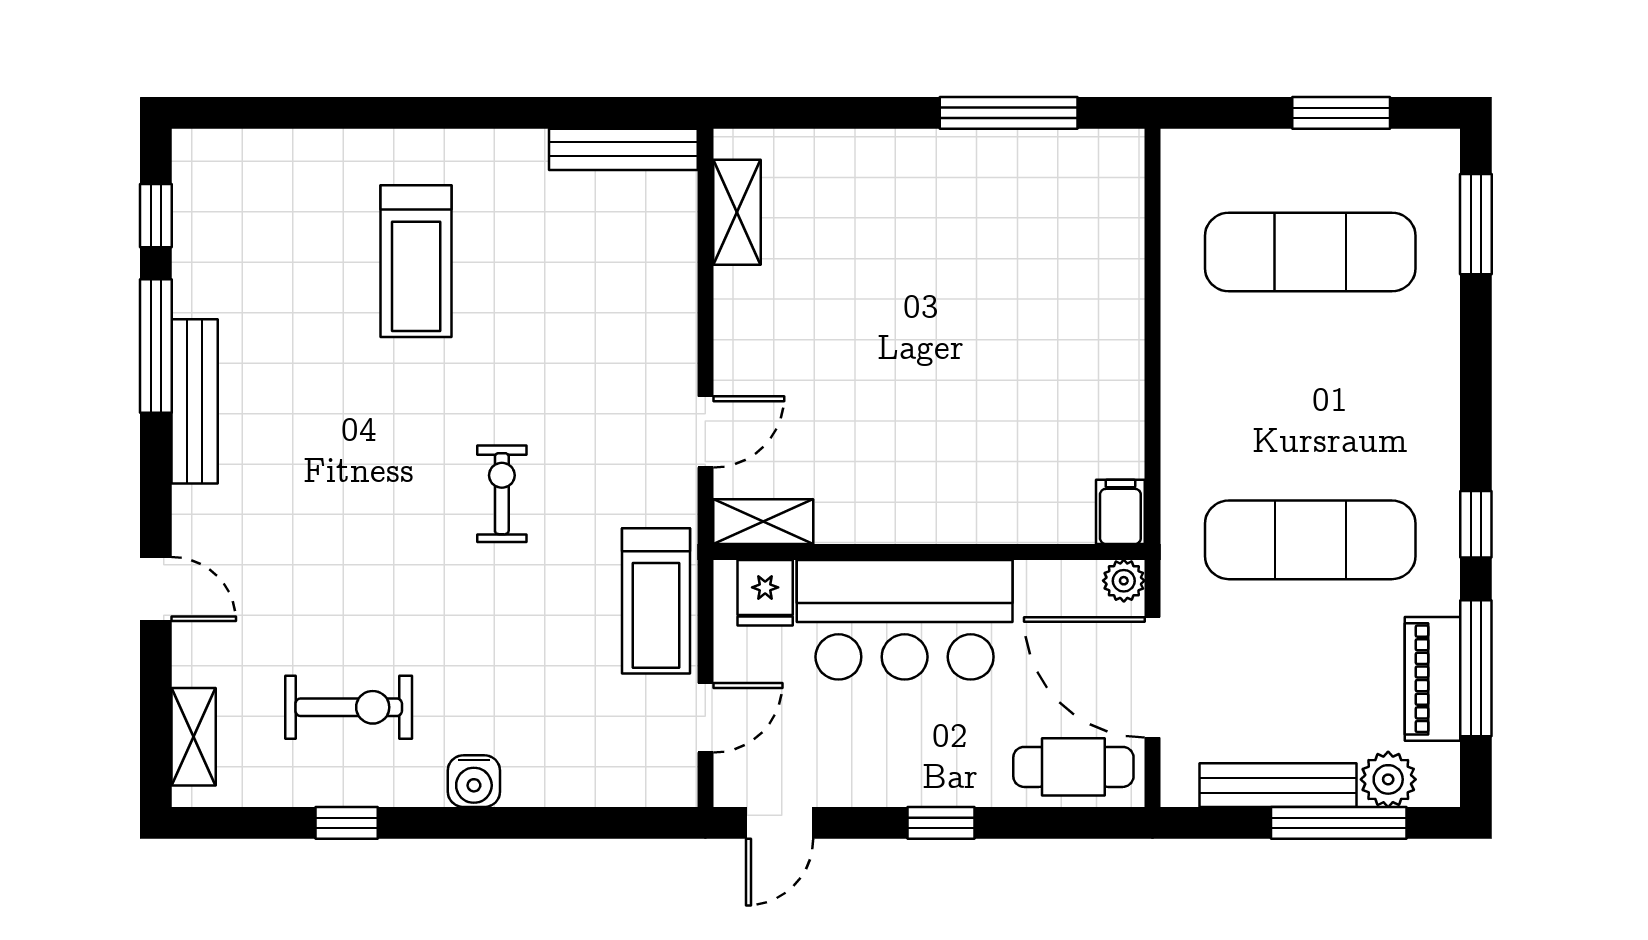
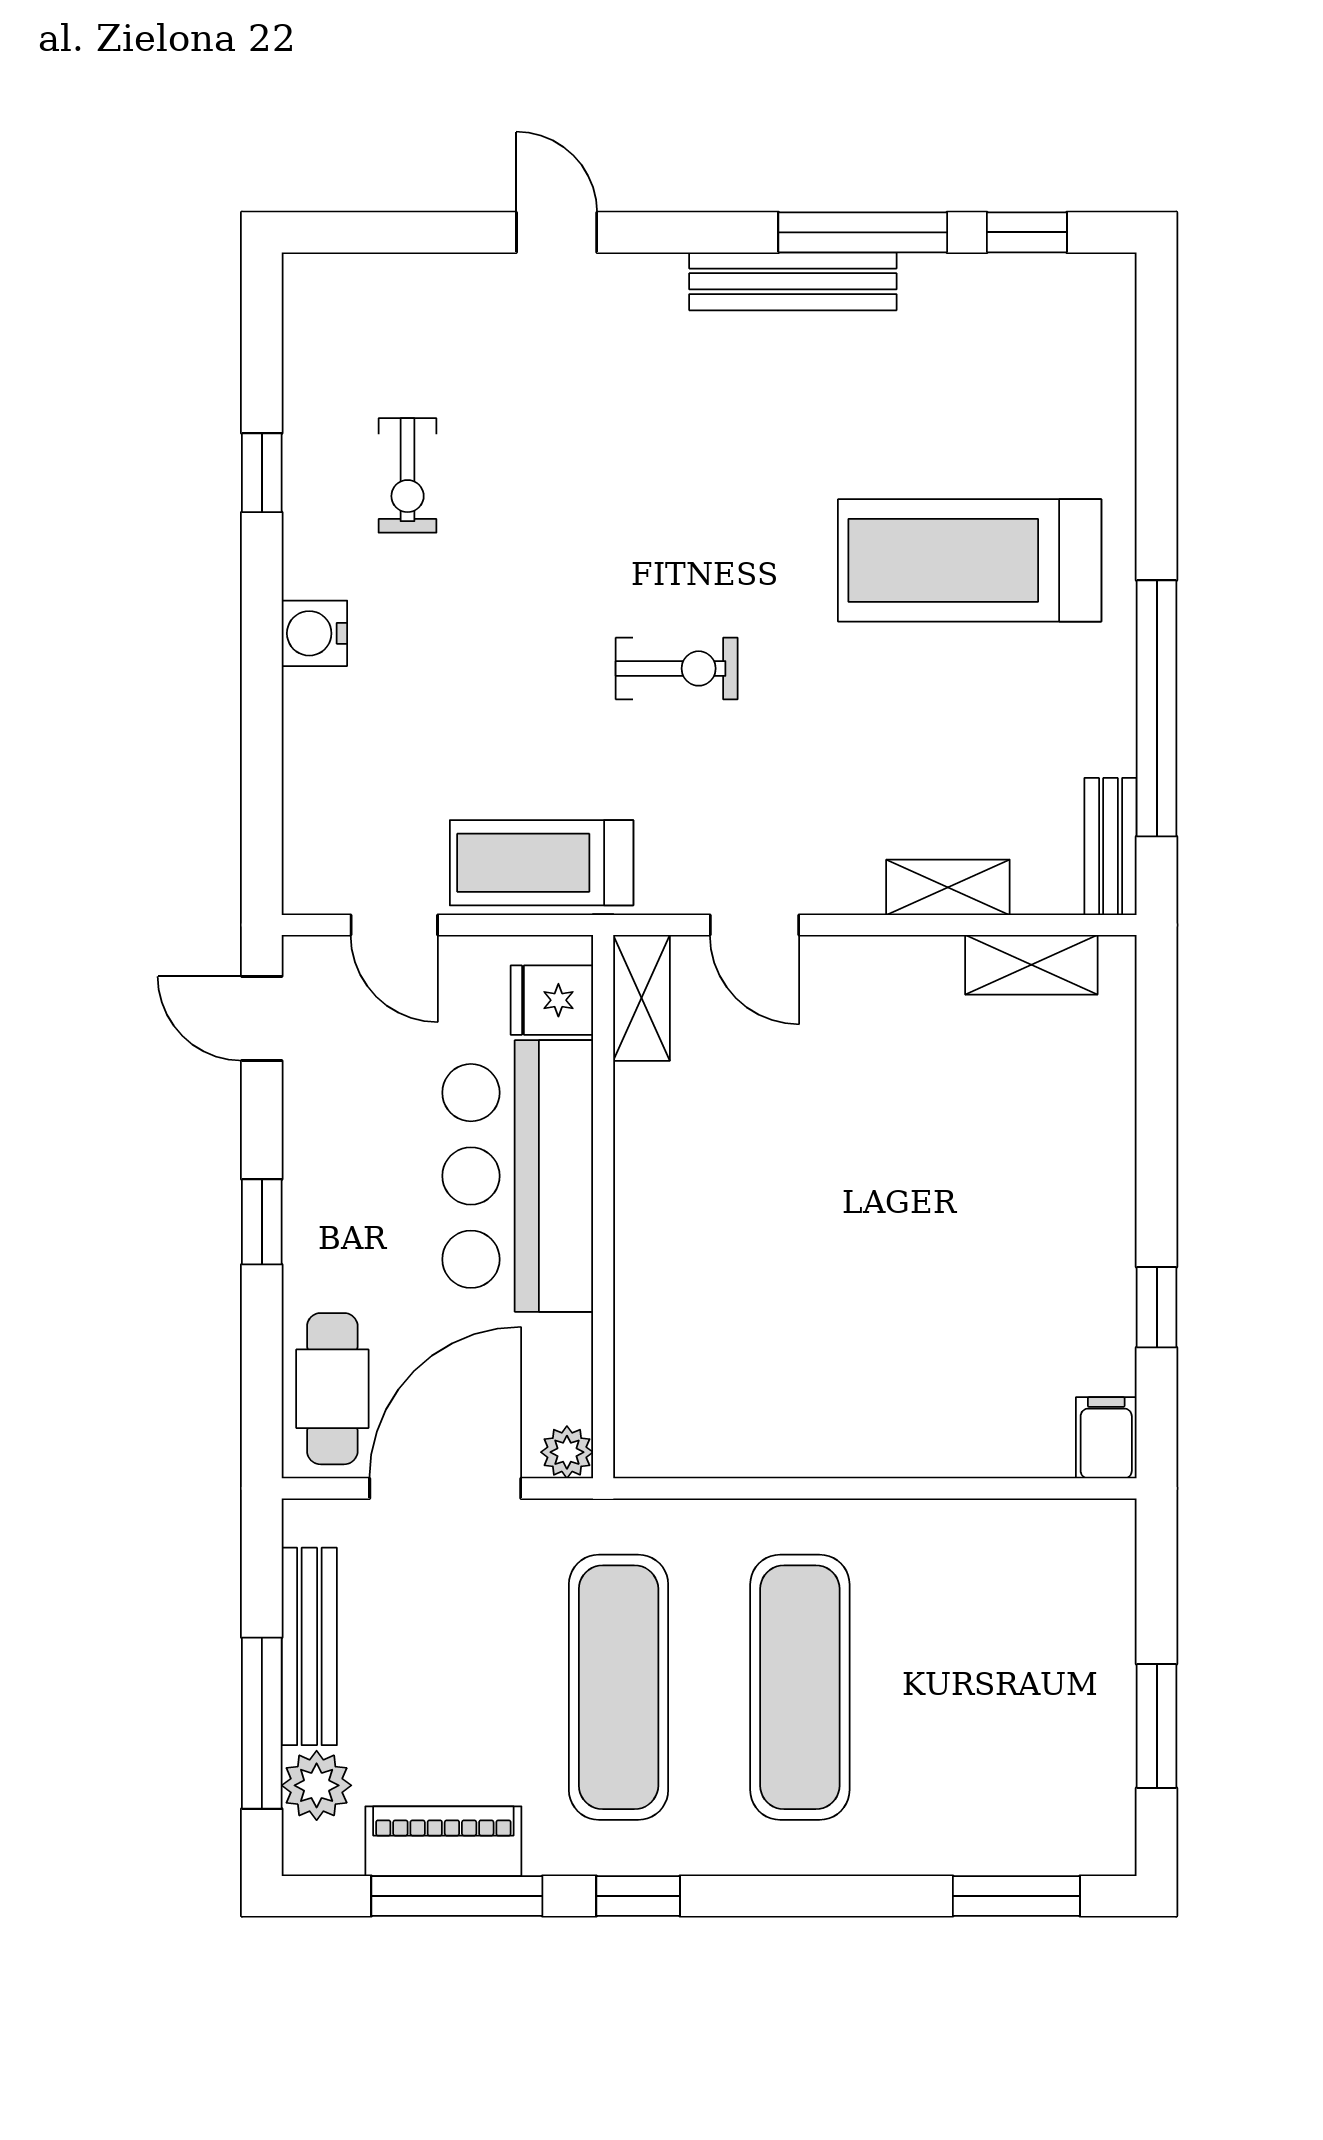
window: (534, 113) -> (1157, 708), added
window: (1009, 113) -> (1157, 1307), width x0.46
bench: (623, 149) -> (1111, 846), width x0.73
exercise mat: (1310, 252) -> (800, 1687), moved
treadmill: (416, 261) -> (970, 560), width x1.37, depth x1.37
filing cabinet: (1120, 512) -> (1106, 1438), moved, turned -90
door: (156, 589) -> (557, 232), swing flipped
exercise bike: (349, 707) -> (408, 475), width x0.73, depth x0.72
shelving: (194, 737) -> (948, 887), moved

